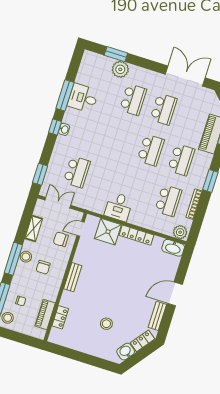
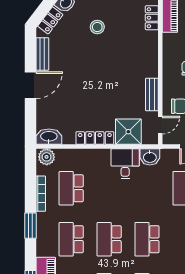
school desk: (120, 140) -> (147, 239), added
washbasin: (97, 206) -> (150, 157), added
bench: (73, 277) -> (152, 94), moved

